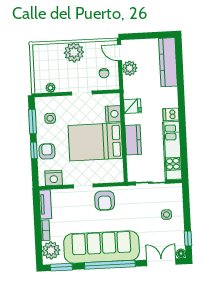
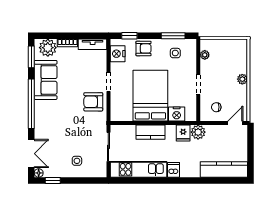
plant: (74, 52) -> (242, 79), width x0.53, depth x0.53
plant: (130, 68) -> (198, 132), moved
window: (34, 150) -> (129, 36), moved
sofa: (102, 247) -> (46, 80), width x0.54, depth x0.79

